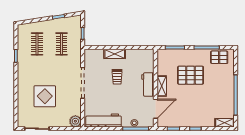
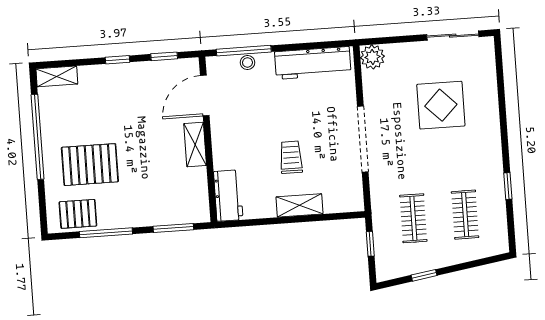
pallet: (191, 75) -> (90, 165), moved
workbench: (148, 85) -> (228, 196), moved

